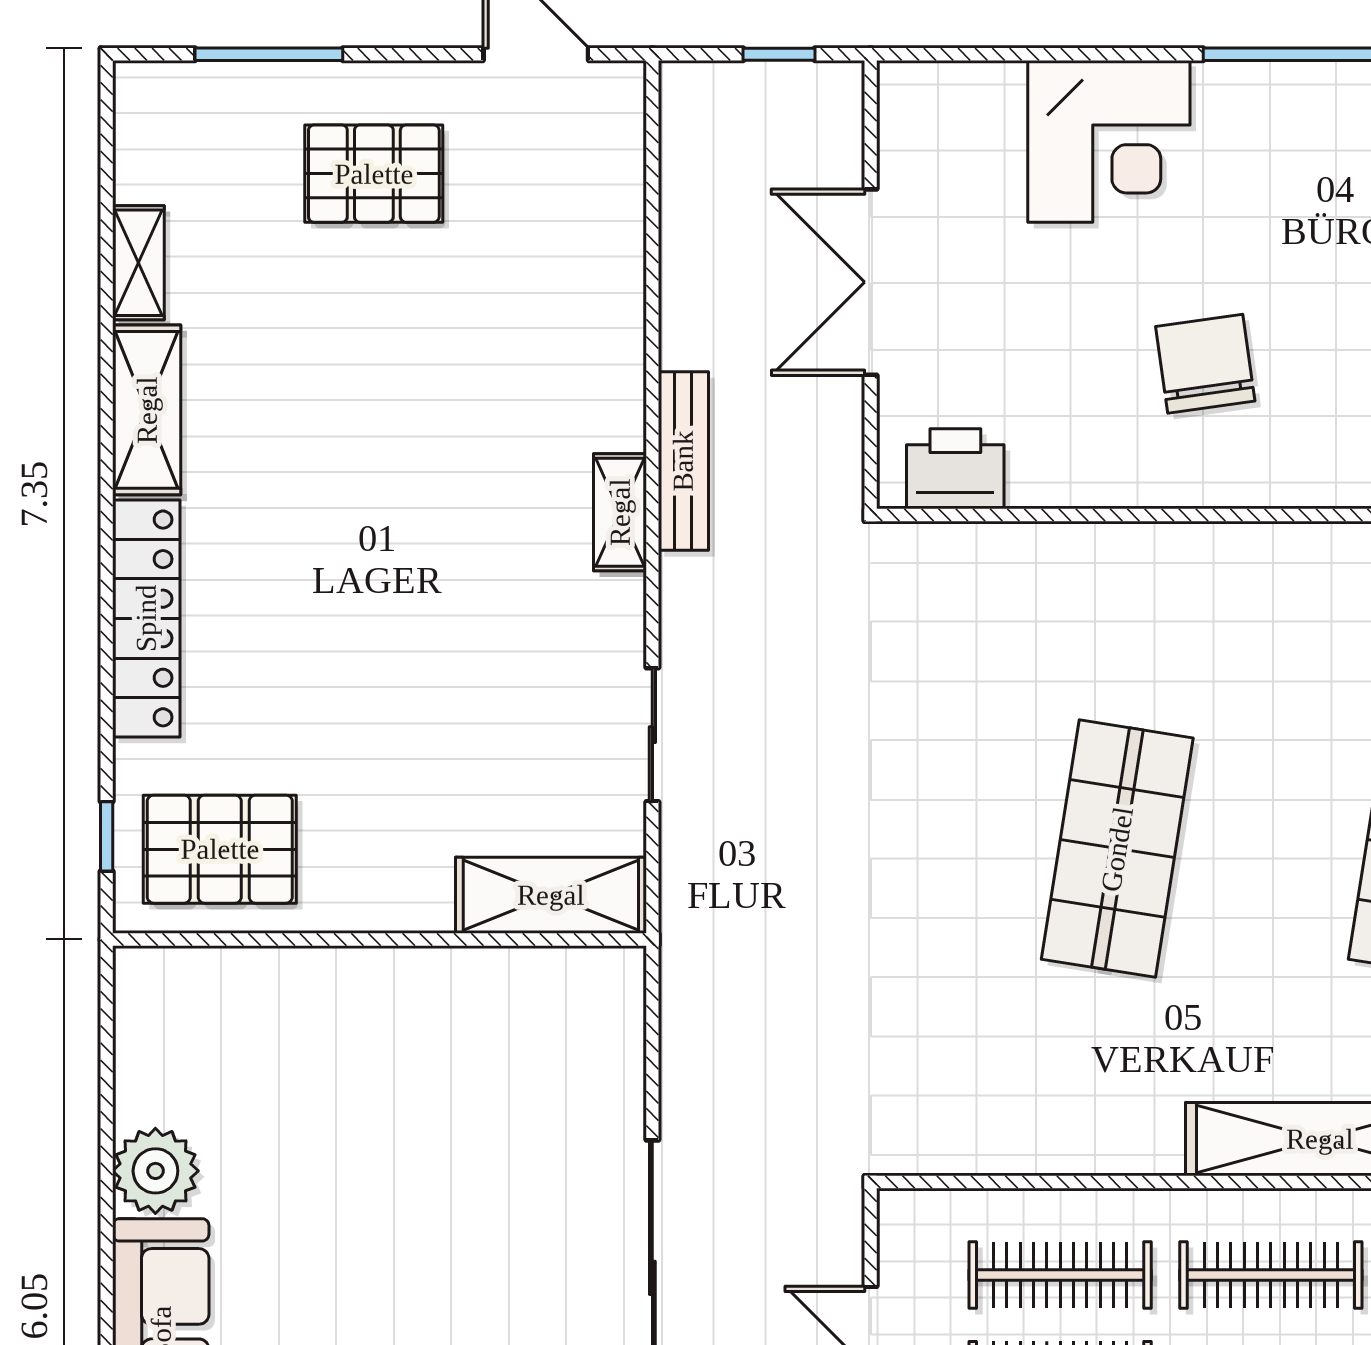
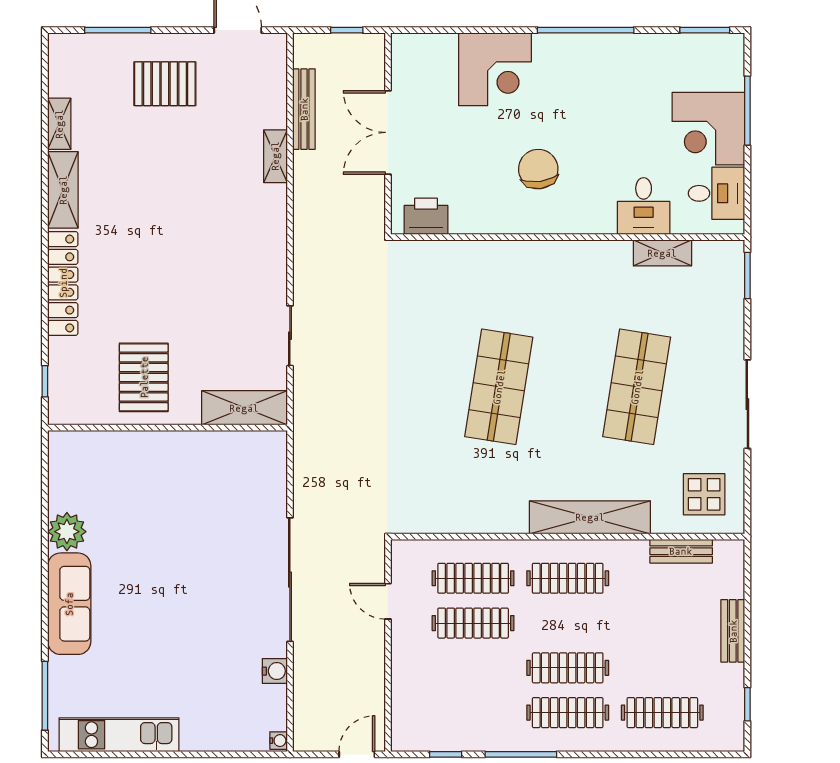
bench: (683, 461) -> (304, 109), moved
shelving: (620, 512) -> (275, 156), moved
pallet: (220, 849) -> (144, 377), moved, turned 90

